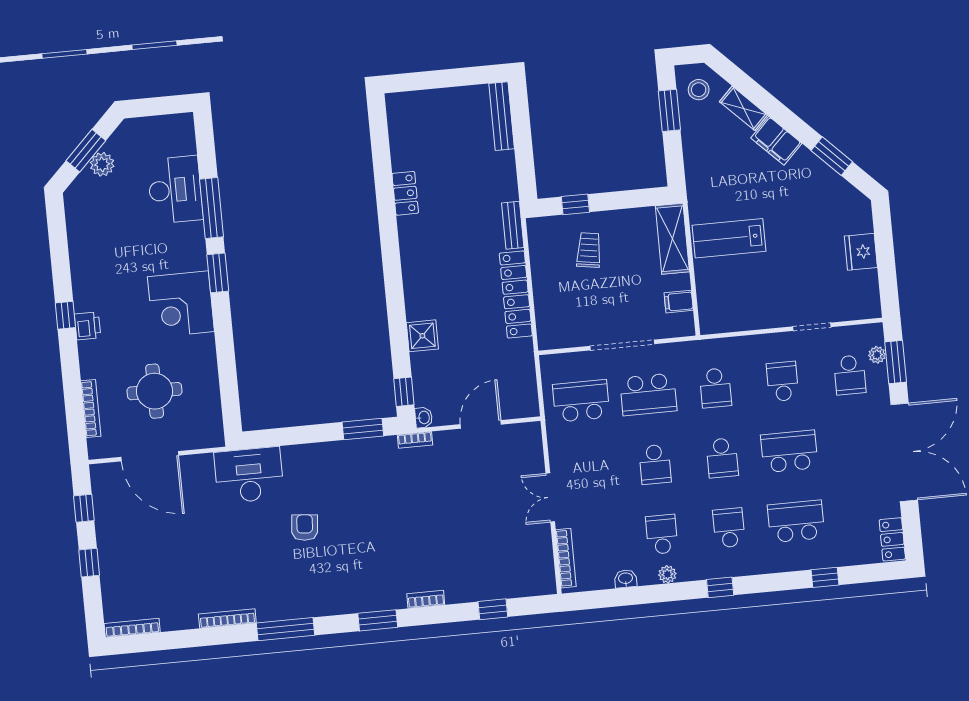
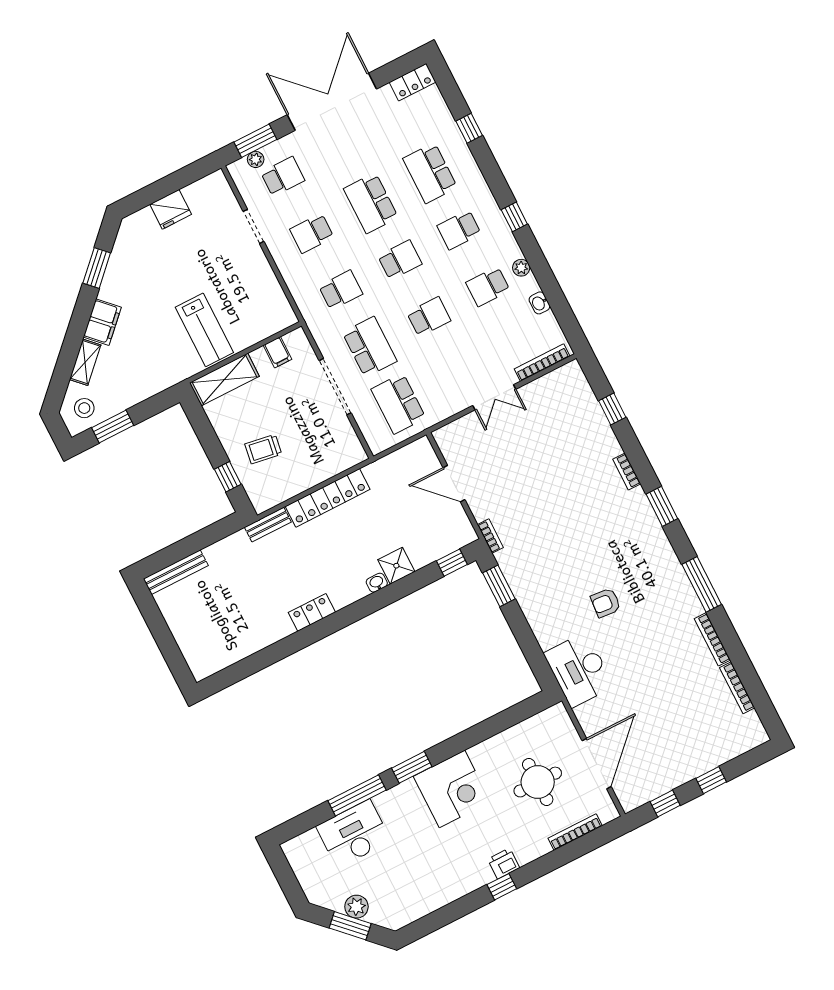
locker: (405, 193) -> (312, 612), moved
washbasin: (424, 418) -> (377, 583), moved
bookcase: (132, 628) -> (737, 688), moved

